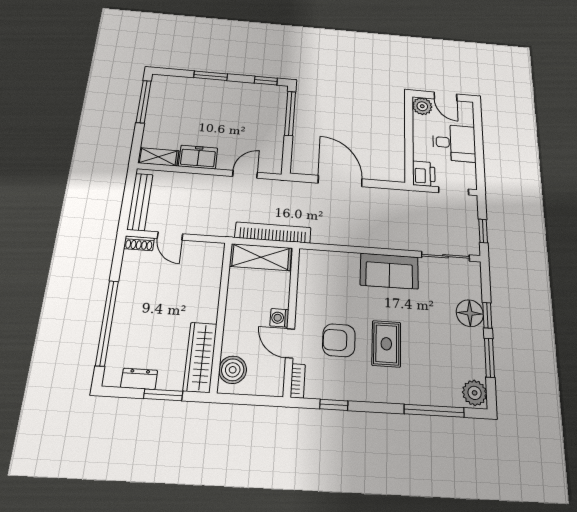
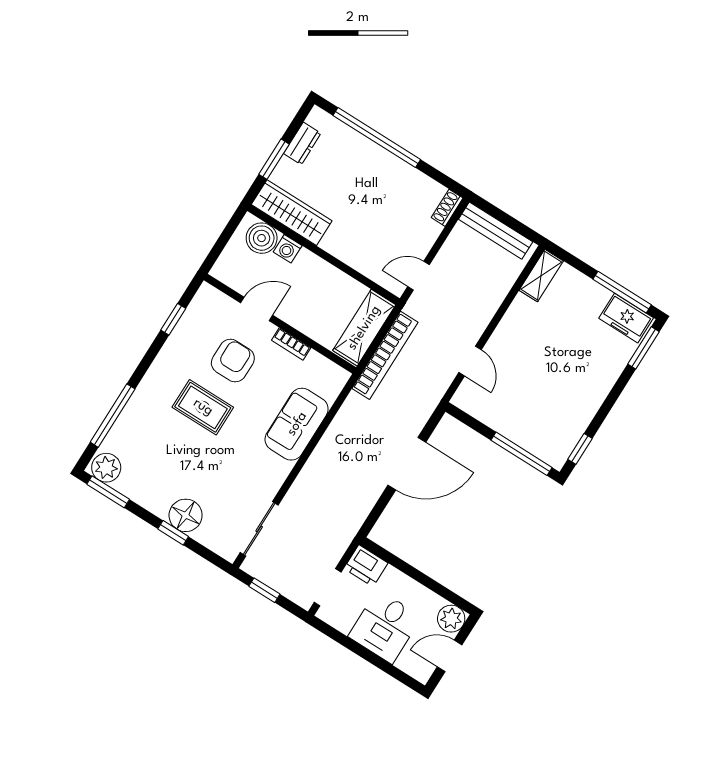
window: (211, 76) -> (643, 348), moved
freezer: (198, 157) -> (626, 318), moved, turned 90
door: (170, 236) -> (419, 276), moved
sofa: (389, 271) -> (297, 424), moved
washing machine: (279, 318) -> (288, 249), moved, turned 180
window: (489, 358) -> (108, 492), moved
bookcase: (298, 381) -> (291, 344), moved

